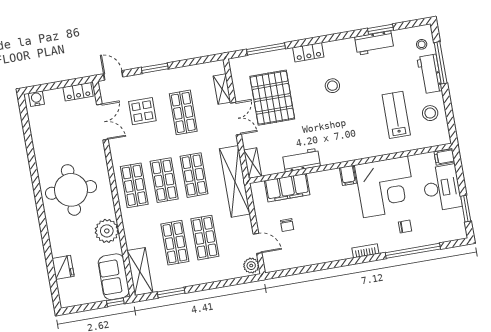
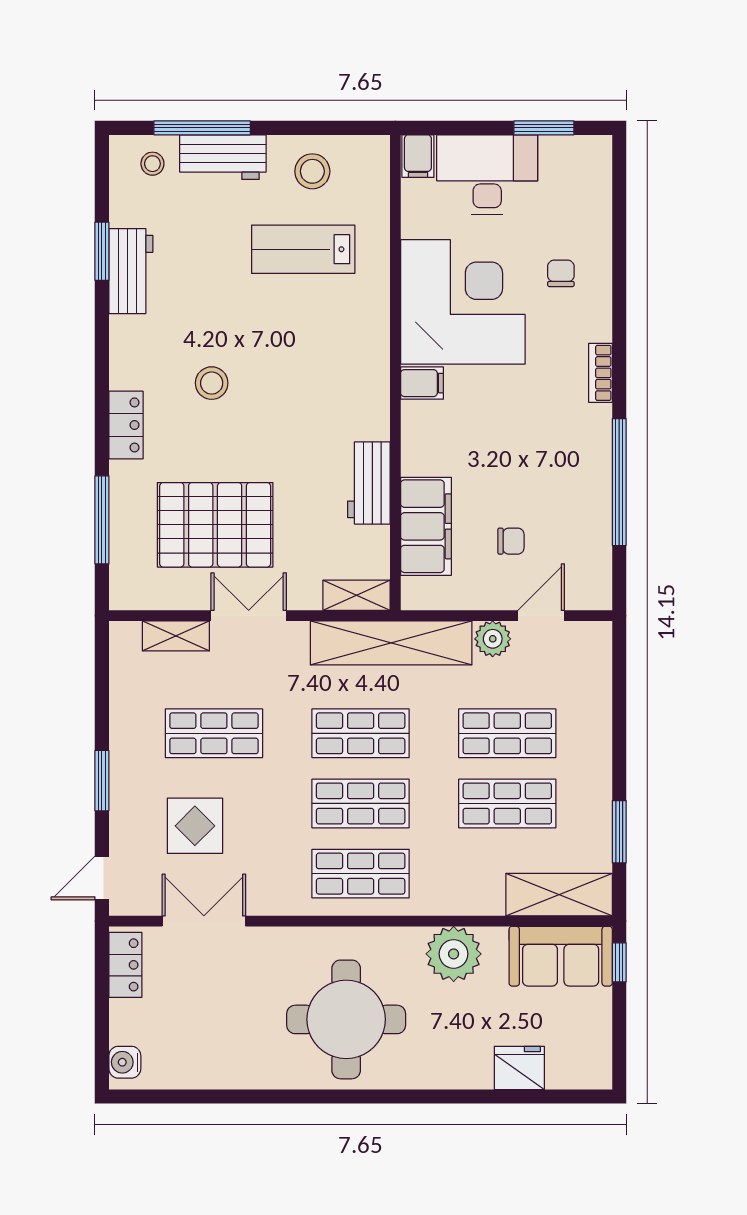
window: (413, 251) -> (619, 482), moved
plant: (251, 266) -> (493, 639), moved

